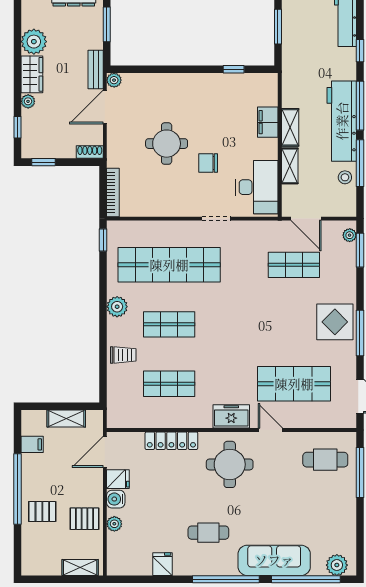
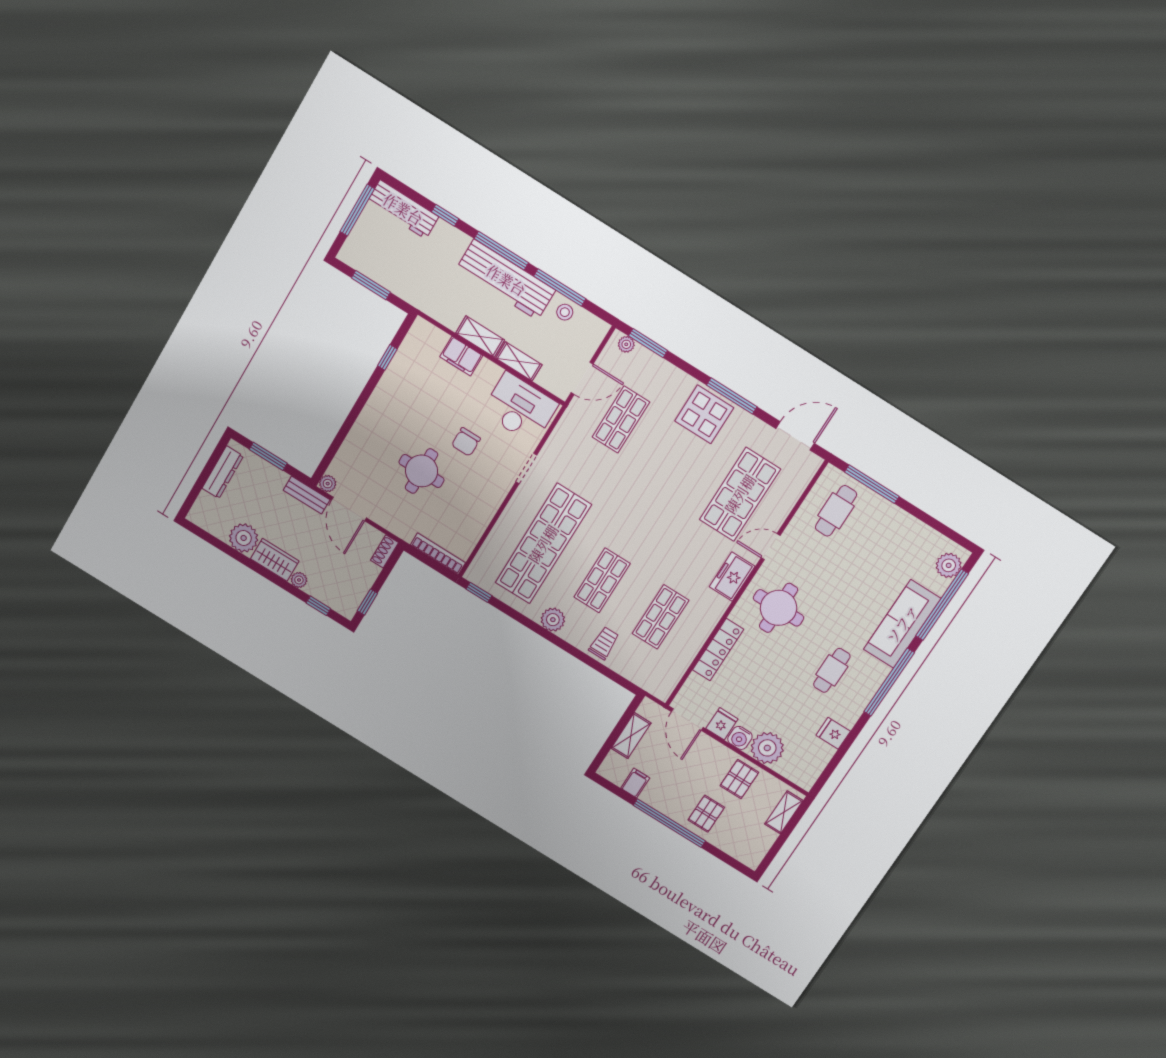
plant: (114, 524) -> (767, 748), width x1.88, depth x1.88

